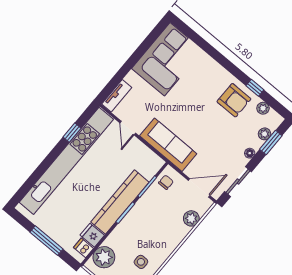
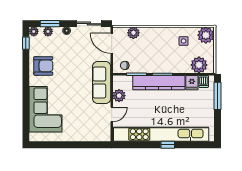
corner sofa: (167, 59) -> (46, 109), moved, turned 90
window: (255, 88) -> (26, 43), moved
tv unit: (117, 96) -> (98, 137), removed
armchair: (234, 100) -> (43, 66), turned 90
plant: (263, 108) -> (34, 31), moved
window: (72, 133) -> (168, 145), moved
plant: (140, 151) -> (119, 96), added
window: (46, 241) -> (217, 96), moved

